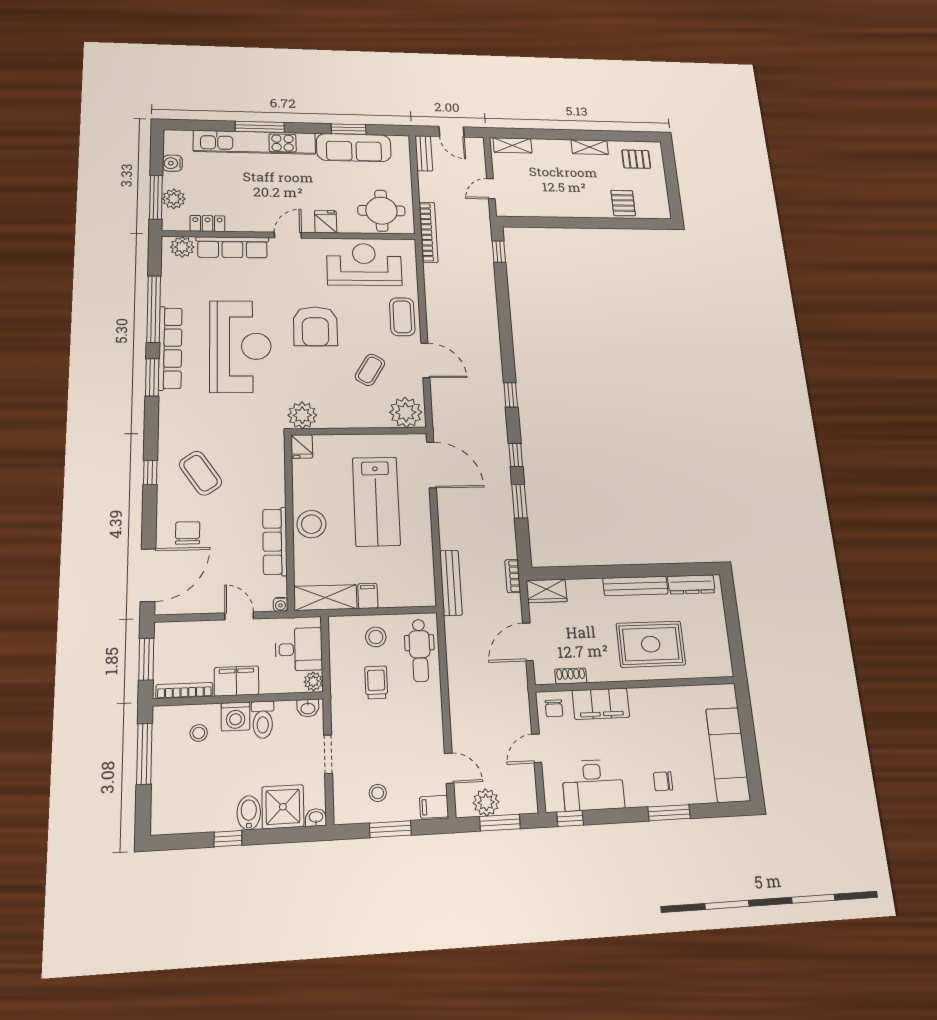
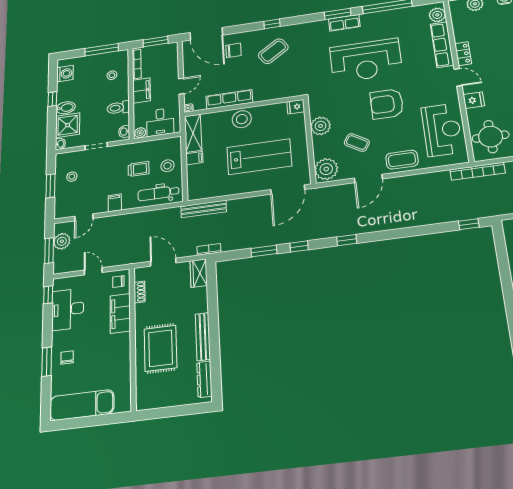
locker: (207, 223) -> (463, 54), moved
row of seats: (170, 348) -> (344, 23), width x0.50
plant: (302, 415) -> (321, 126), moved
lab bench: (376, 501) -> (259, 157), turned 180
washing machine: (235, 716) -> (65, 74), moved, turned 180
filing cabinet: (434, 807) -> (115, 203), moved

